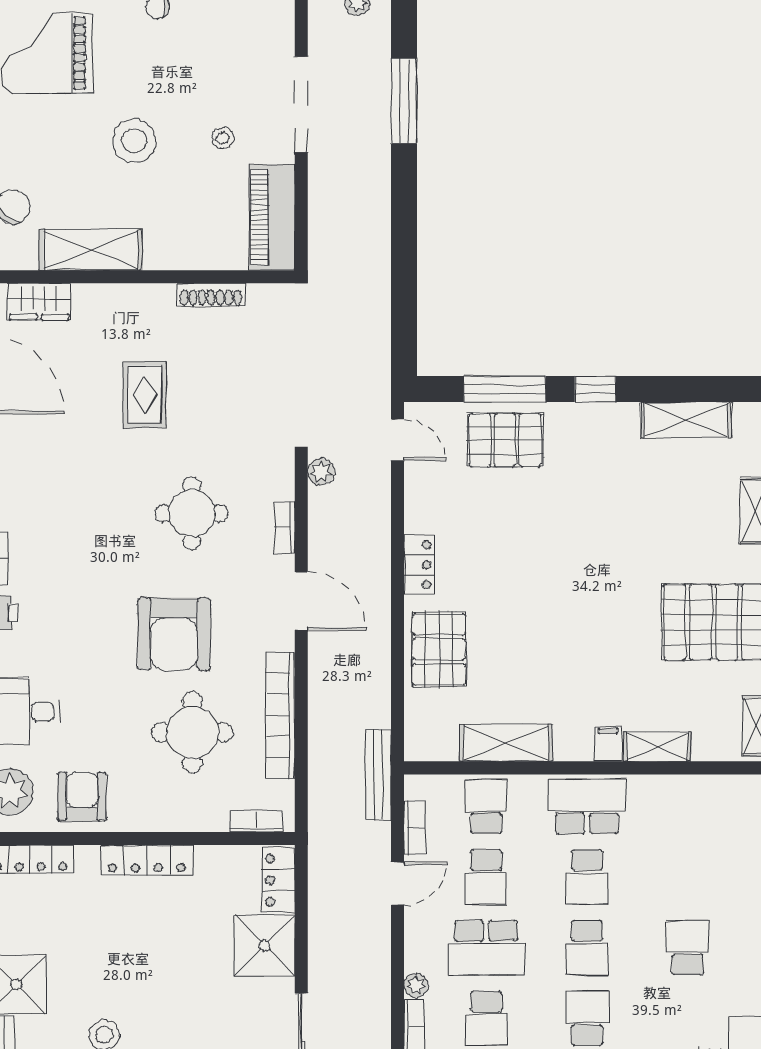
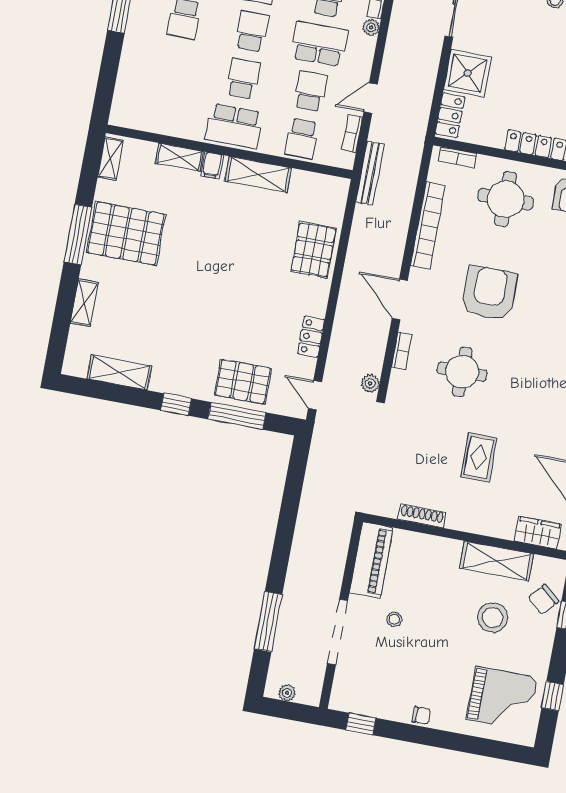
stool: (134, 141) -> (493, 618), moved
locker: (419, 565) -> (311, 337), moved
round table: (192, 732) -> (506, 199), moved
shelving: (506, 743) -> (258, 174), moved

